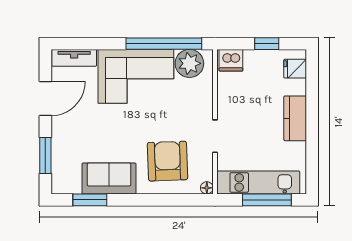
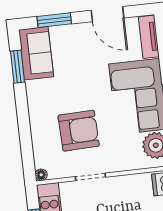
armchair: (168, 161) -> (79, 131), moved
sofa: (109, 179) -> (36, 53), moved

